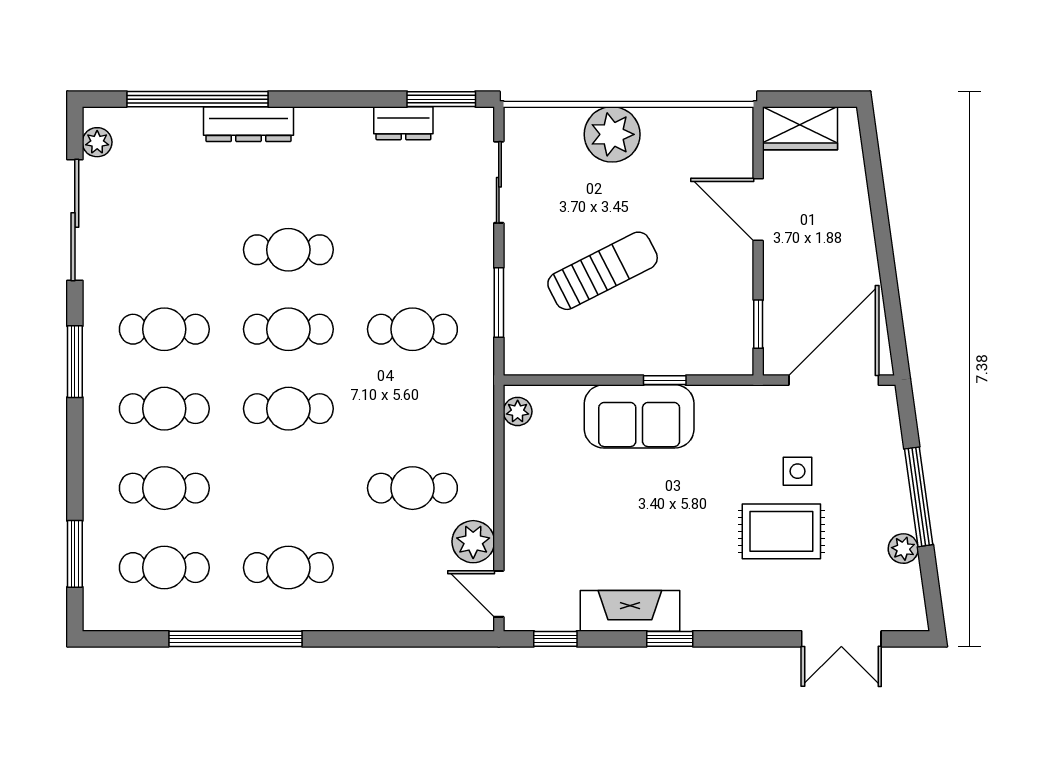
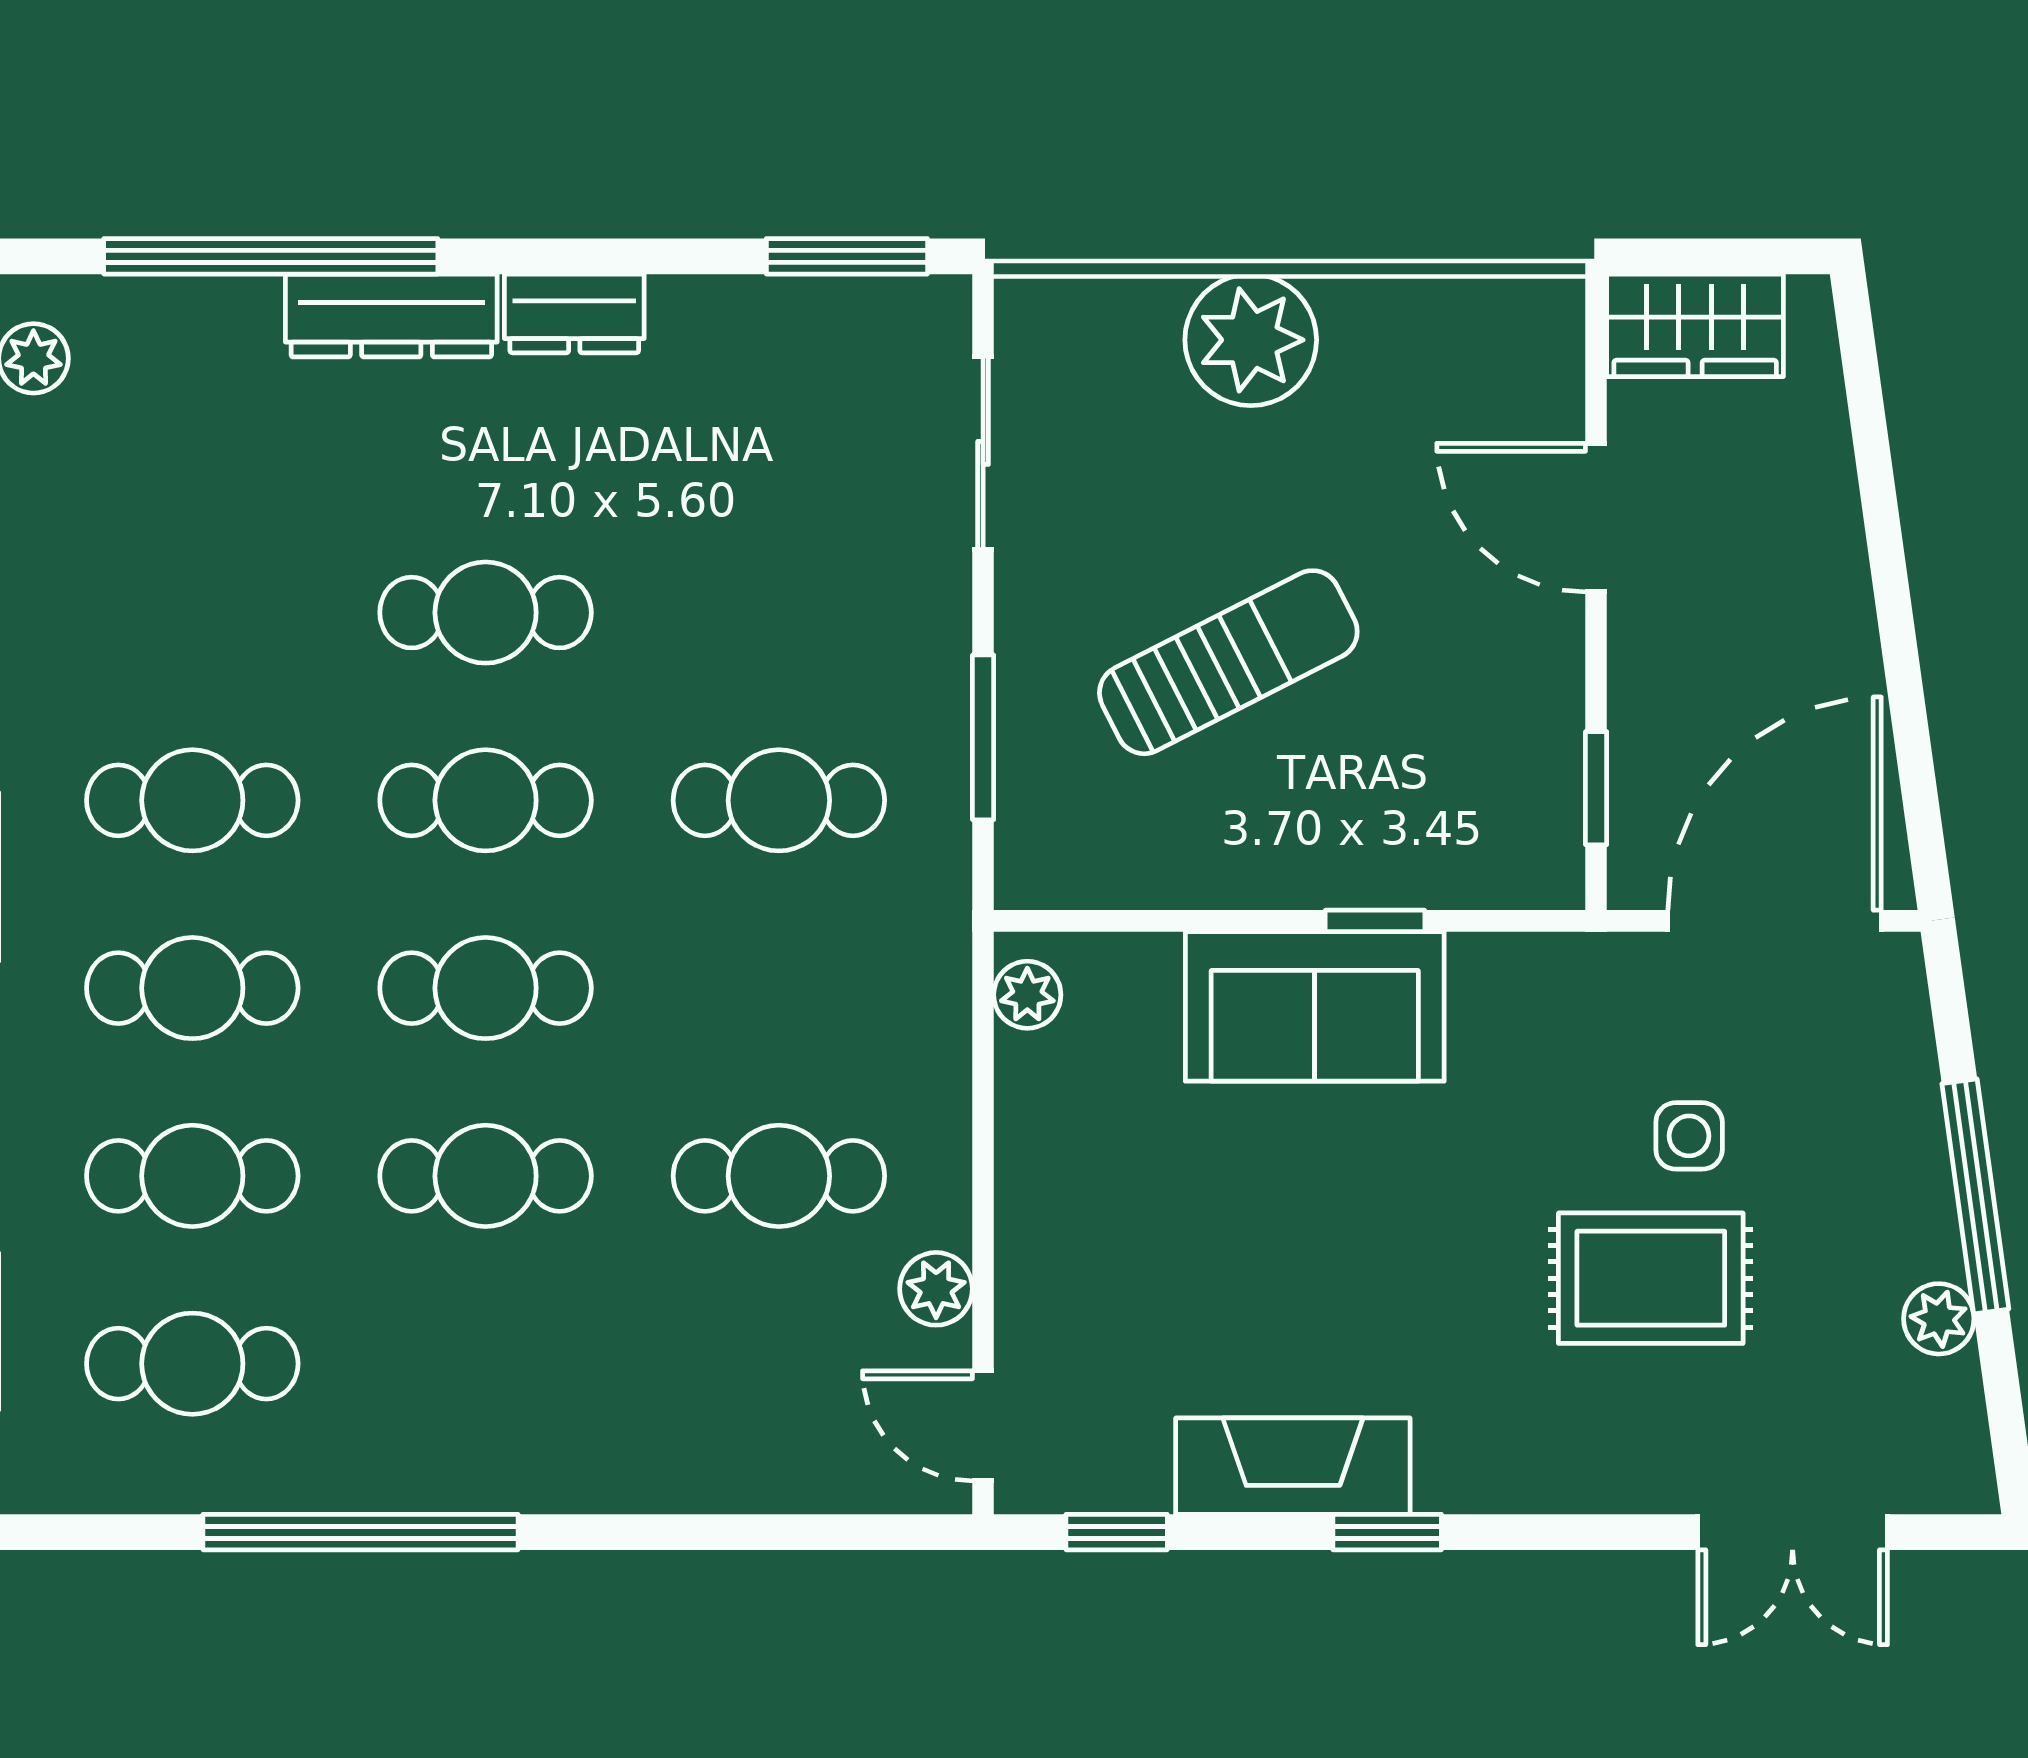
dresser: (403, 123) -> (574, 313), moved
plant: (473, 542) -> (936, 1289), width x0.73, depth x0.73
cafe table: (288, 568) -> (486, 1176), moved

